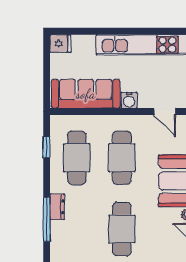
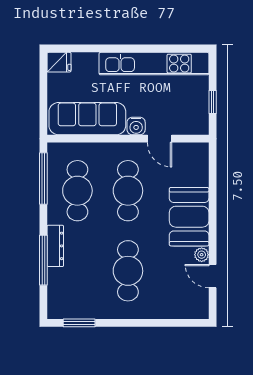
door: (165, 112) -> (160, 139), moved
window: (47, 147) -> (43, 179), width x2.17
dresser: (57, 207) -> (55, 246), width x1.44

